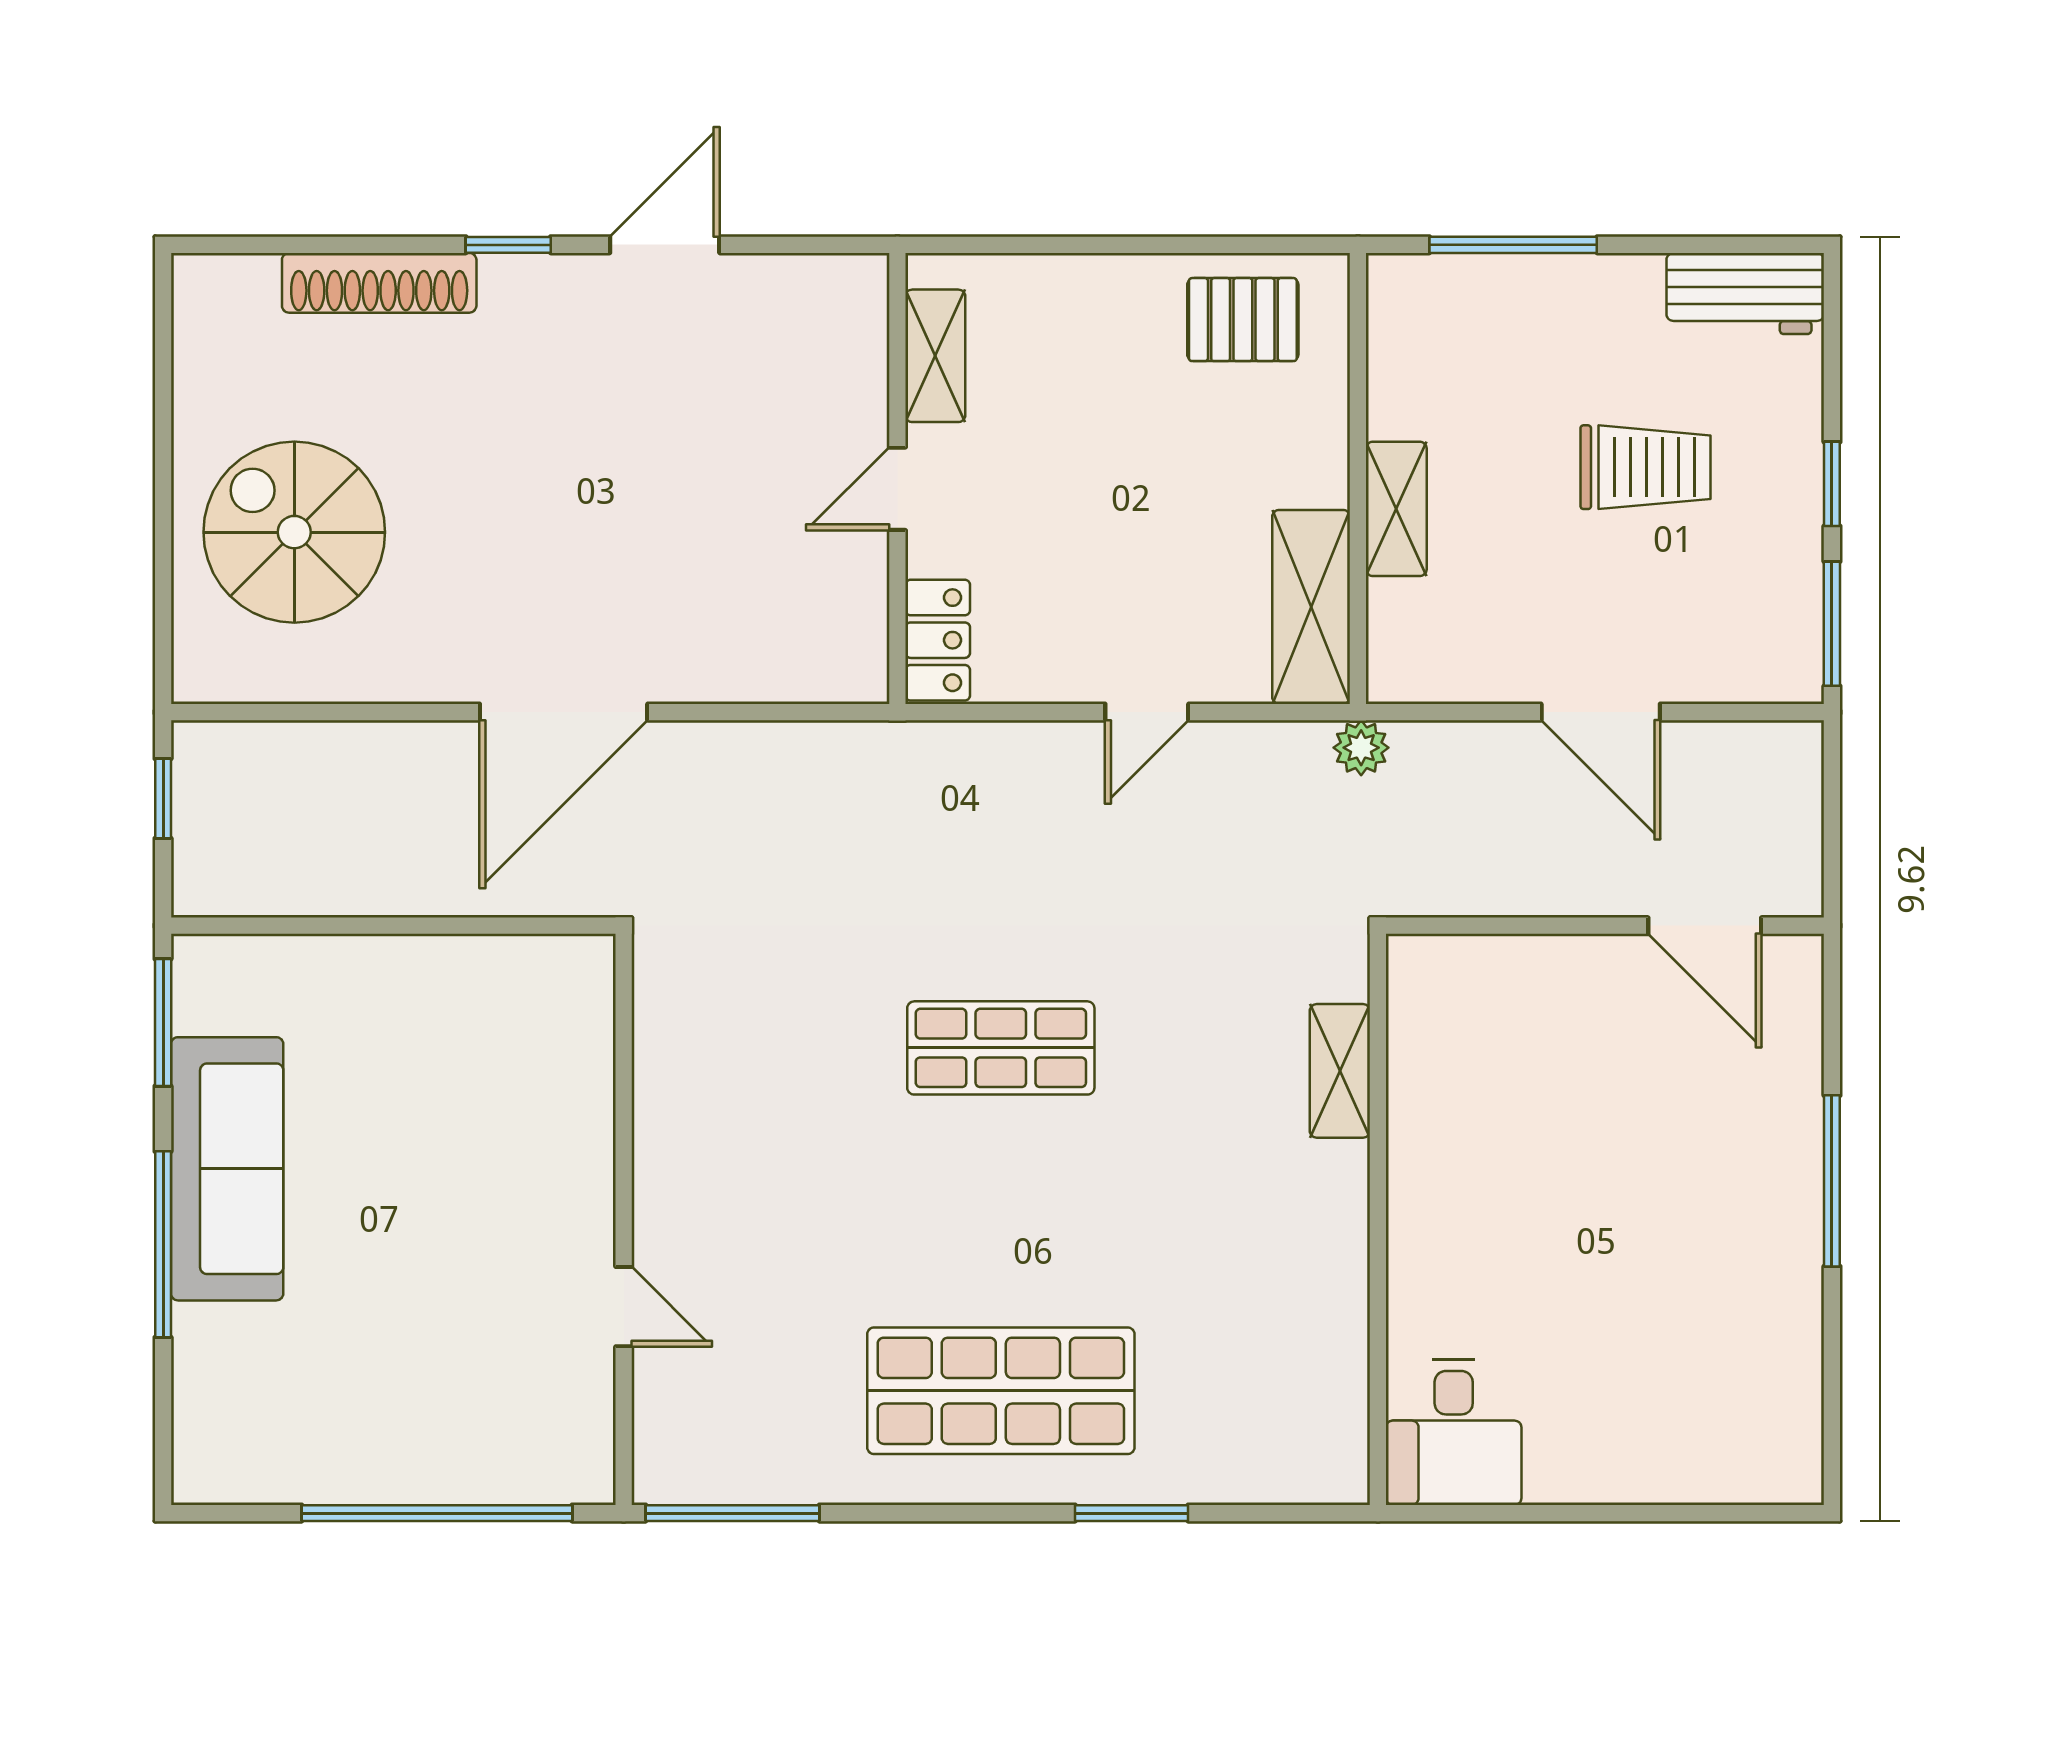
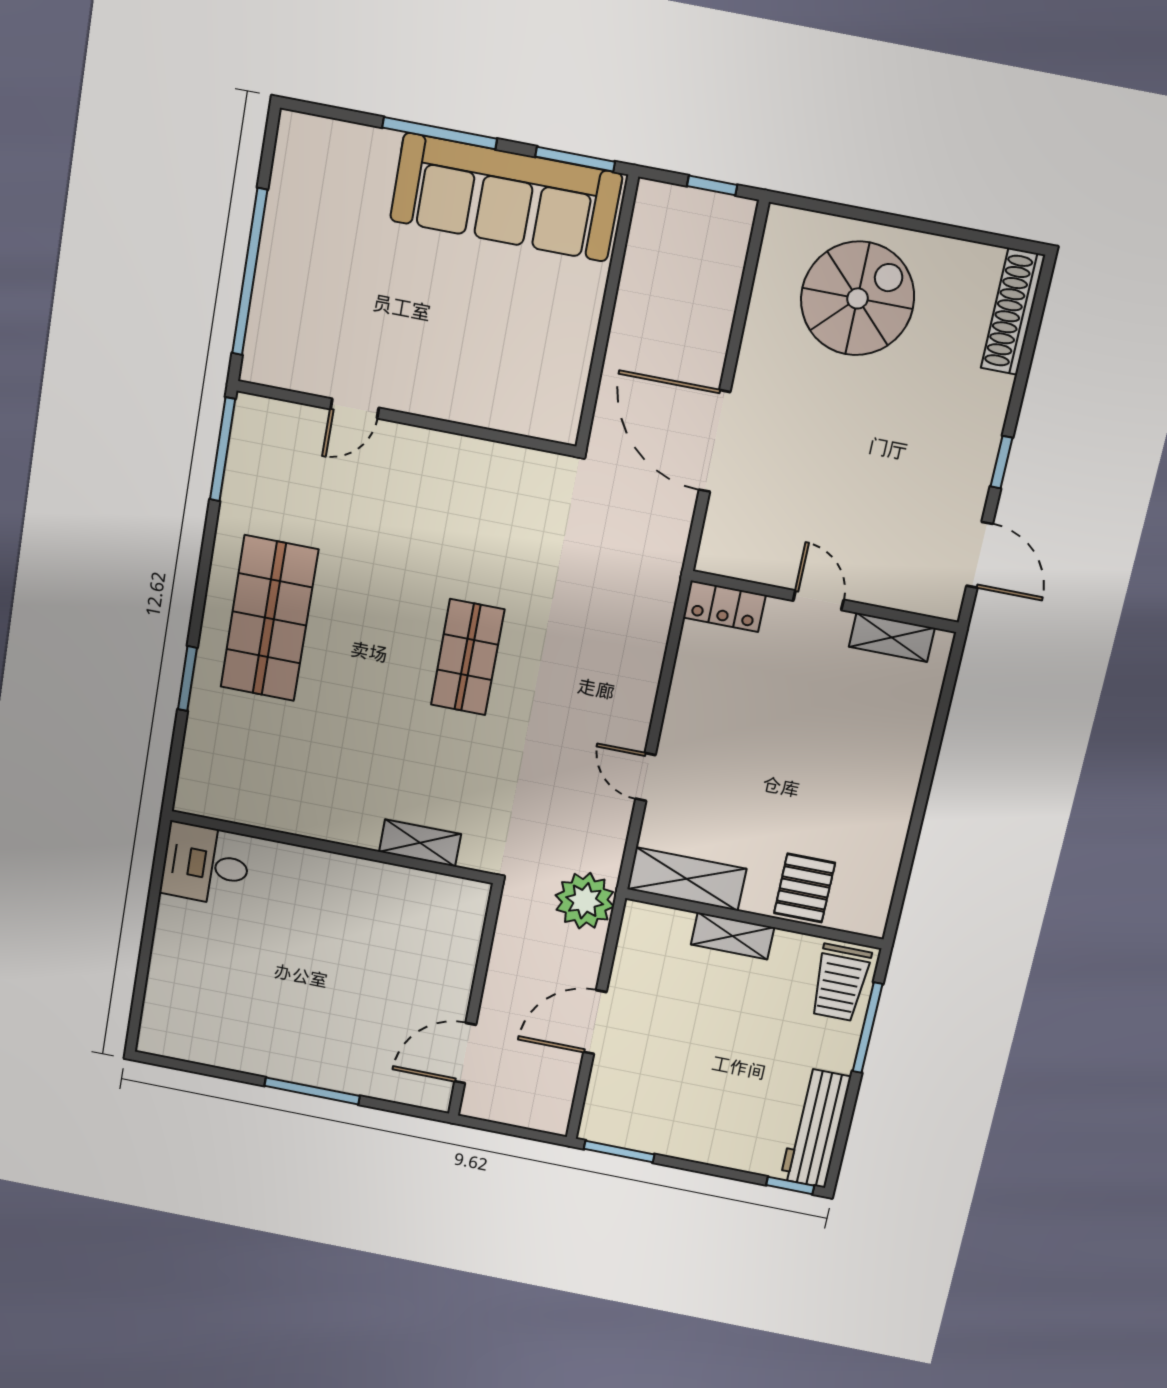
shoe rack: (379, 283) -> (1013, 312), moved
workbench: (1745, 293) -> (815, 1128), width x1.38
pallet: (1243, 320) -> (805, 888), moved
shelving: (935, 356) -> (892, 637), moved
trolley: (1645, 467) -> (840, 983), moved
wall: (897, 478) -> (825, 601), moved
window: (1832, 484) -> (790, 1185), moved
door: (897, 489) -> (818, 600), moved
locker: (938, 640) -> (724, 606), moved
plant: (1361, 748) -> (585, 901), width x1.88, depth x1.88
sofa: (227, 1169) -> (506, 197), width x1.36, depth x1.27

